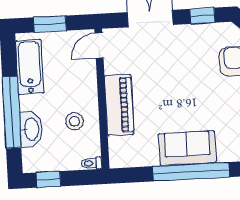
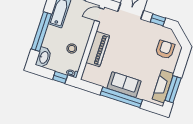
washbasin: (31, 129) -> (44, 57), moved
window: (48, 179) -> (60, 77), moved

